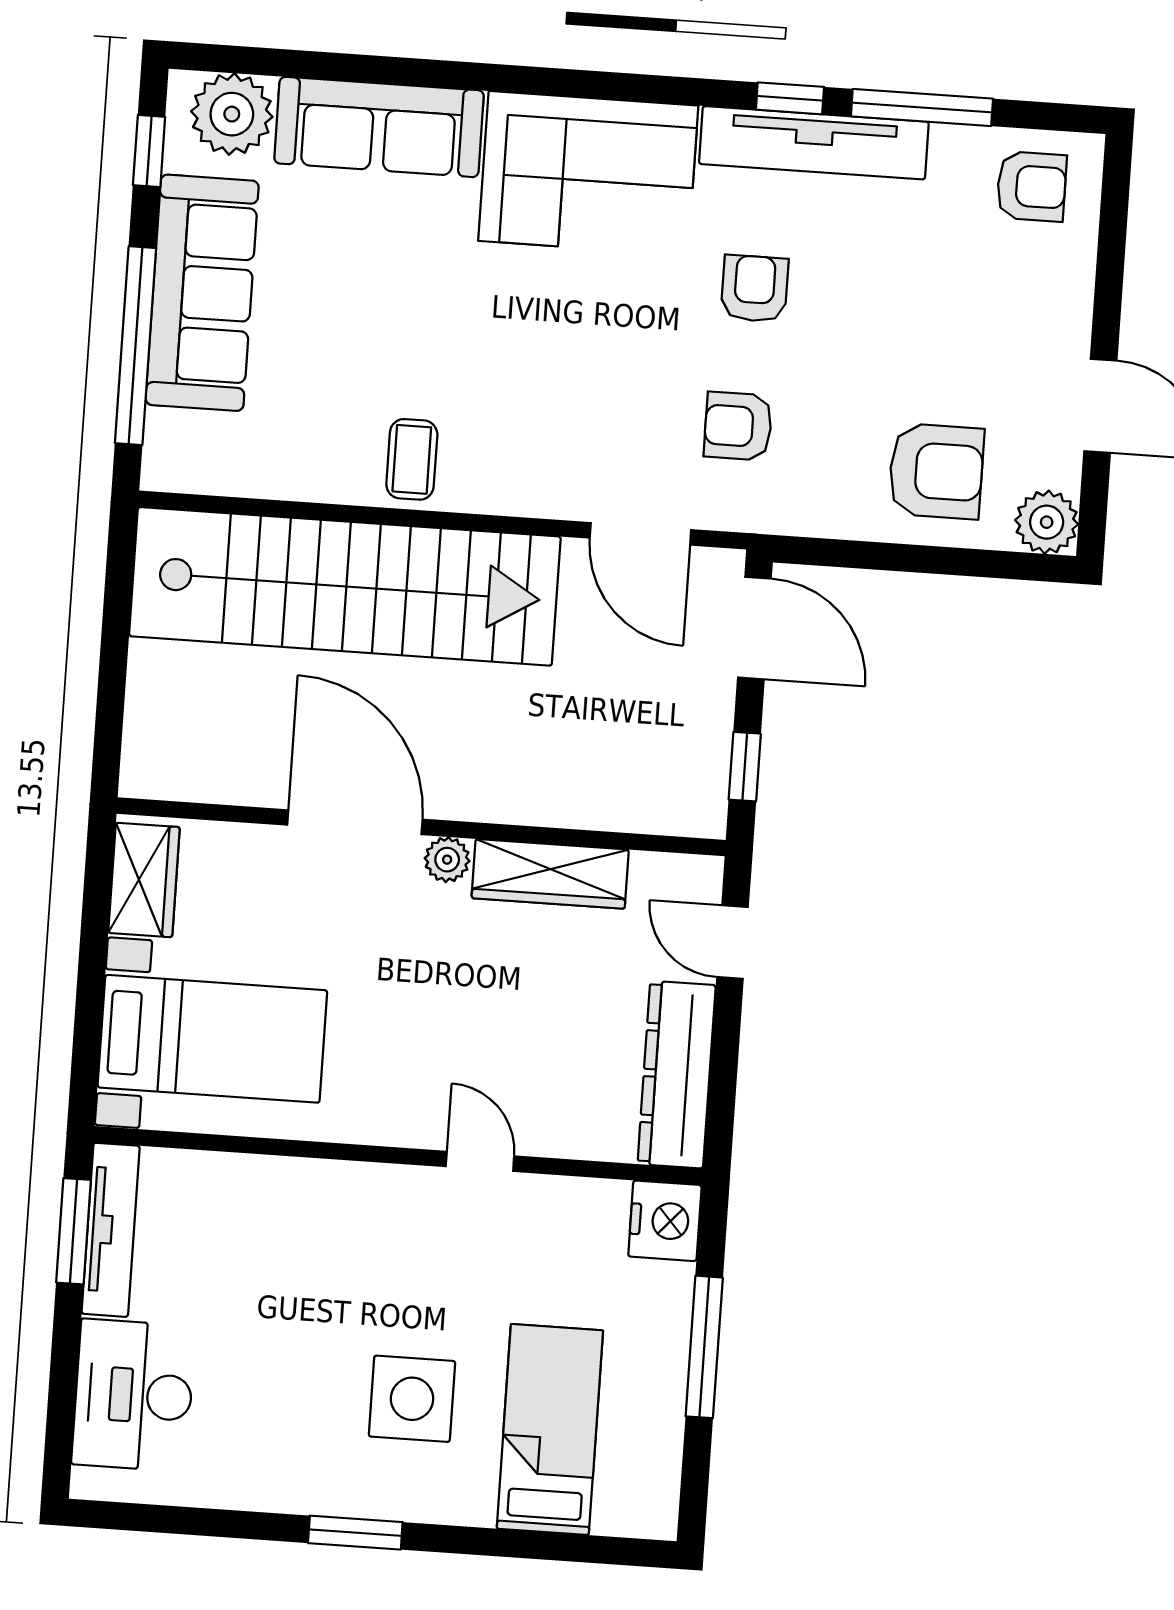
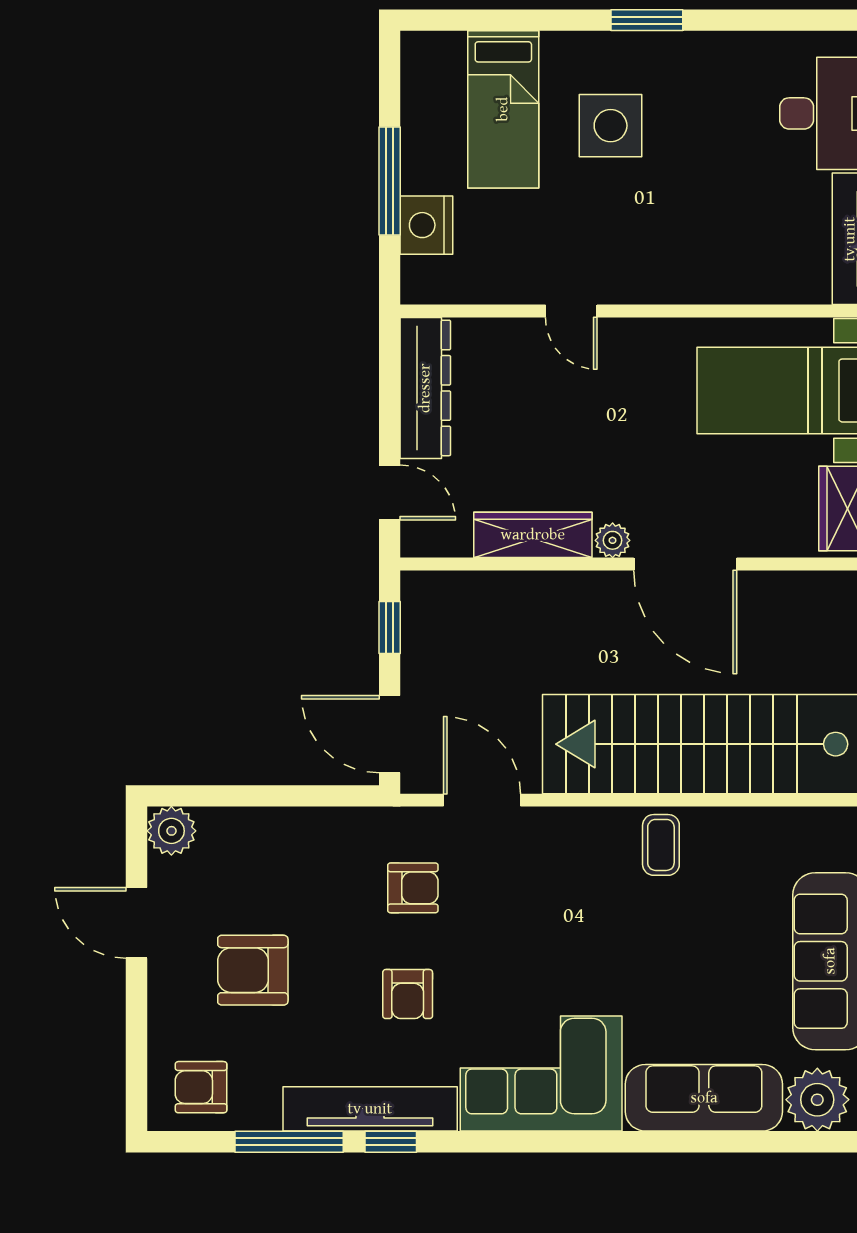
armchair: (936, 471) -> (253, 970), moved
nightstand: (665, 1221) -> (426, 225), moved

